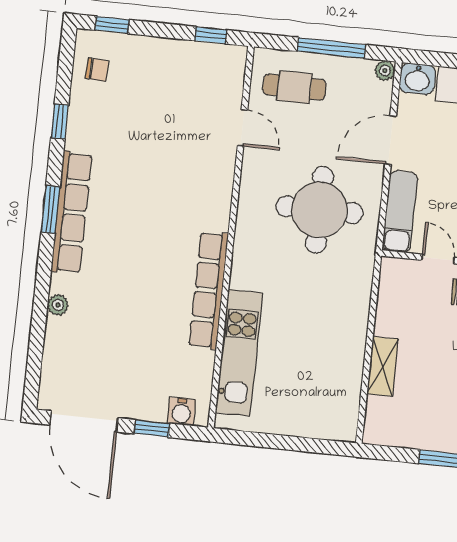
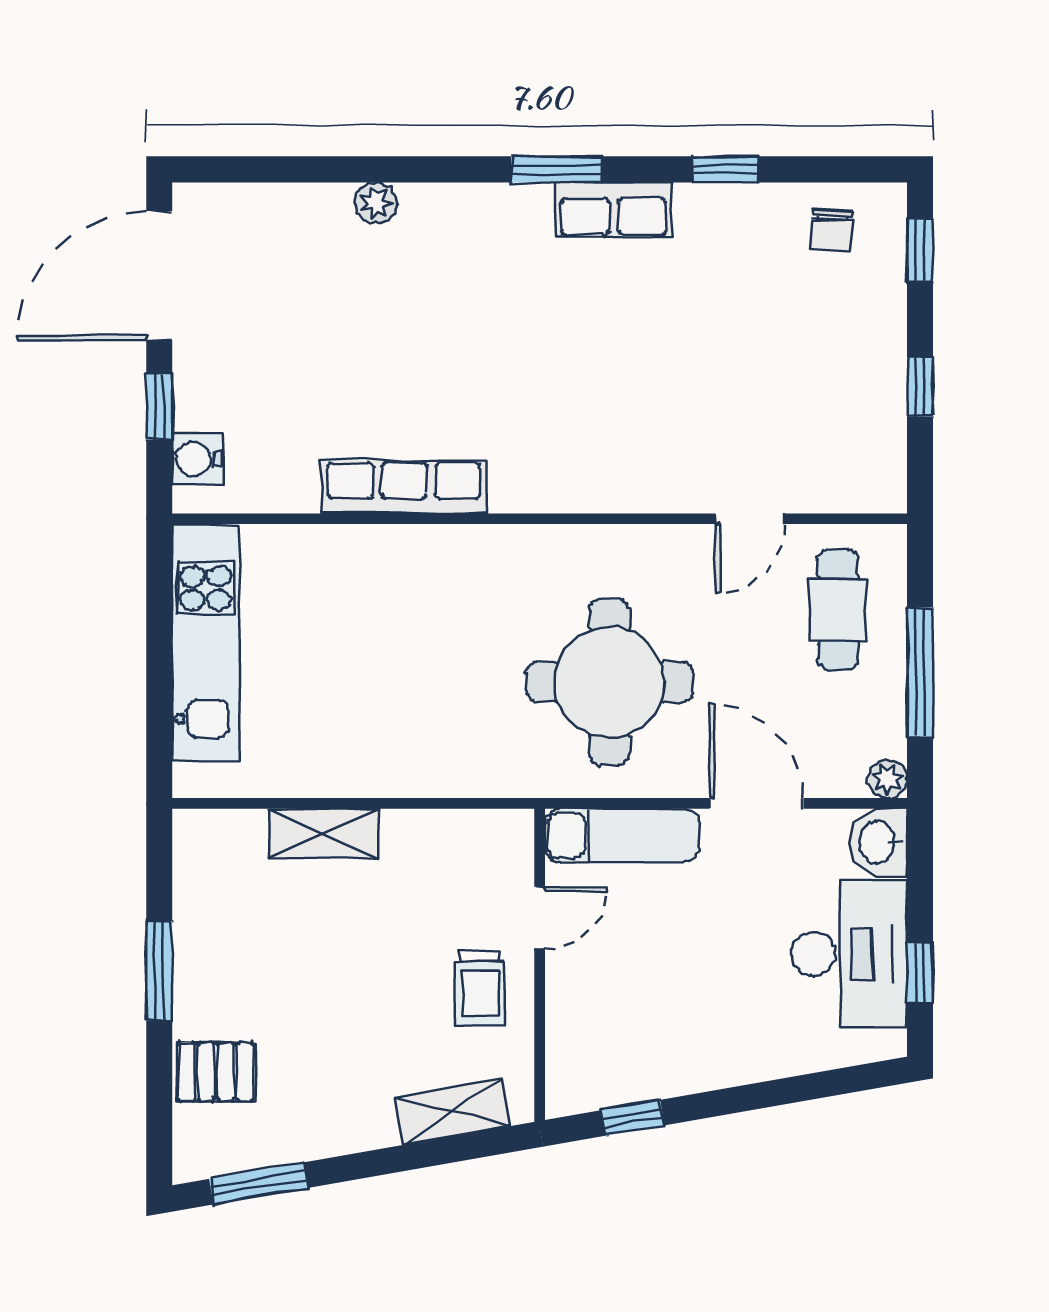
window: (211, 35) -> (920, 387), moved
row of seats: (71, 212) -> (613, 210), width x0.50
row of seats: (209, 290) -> (404, 487), width x0.73
kitchen unit: (239, 353) -> (206, 643), moved, turned -90

